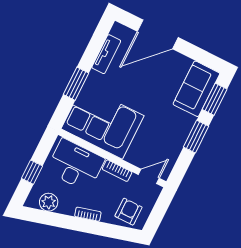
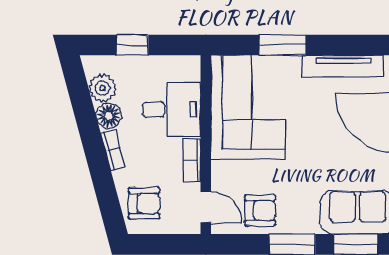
tv unit: (106, 54) -> (343, 66), width x1.41
armchair: (167, 145) -> (260, 211), added
desk: (75, 165) -> (172, 110), width x0.73
floor lamp: (67, 207) -> (109, 116), added

